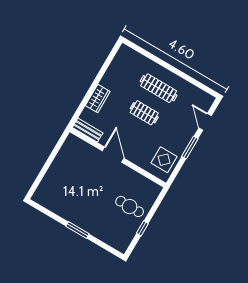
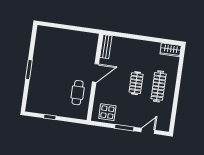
wardrobe: (98, 99) -> (171, 50), moved
cafe table: (130, 206) -> (78, 93), moved

